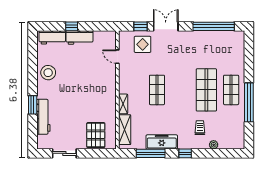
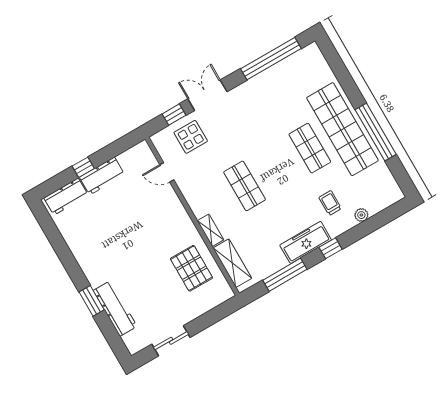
stool: (48, 73) -> (88, 246), removed
shop shelf: (206, 90) -> (310, 148), width x0.70, depth x0.74
shop shelf: (231, 90) -> (342, 129), width x2.00, depth x1.36
pallet: (96, 135) -> (191, 268), moved
freezer: (162, 142) -> (306, 242), moved

